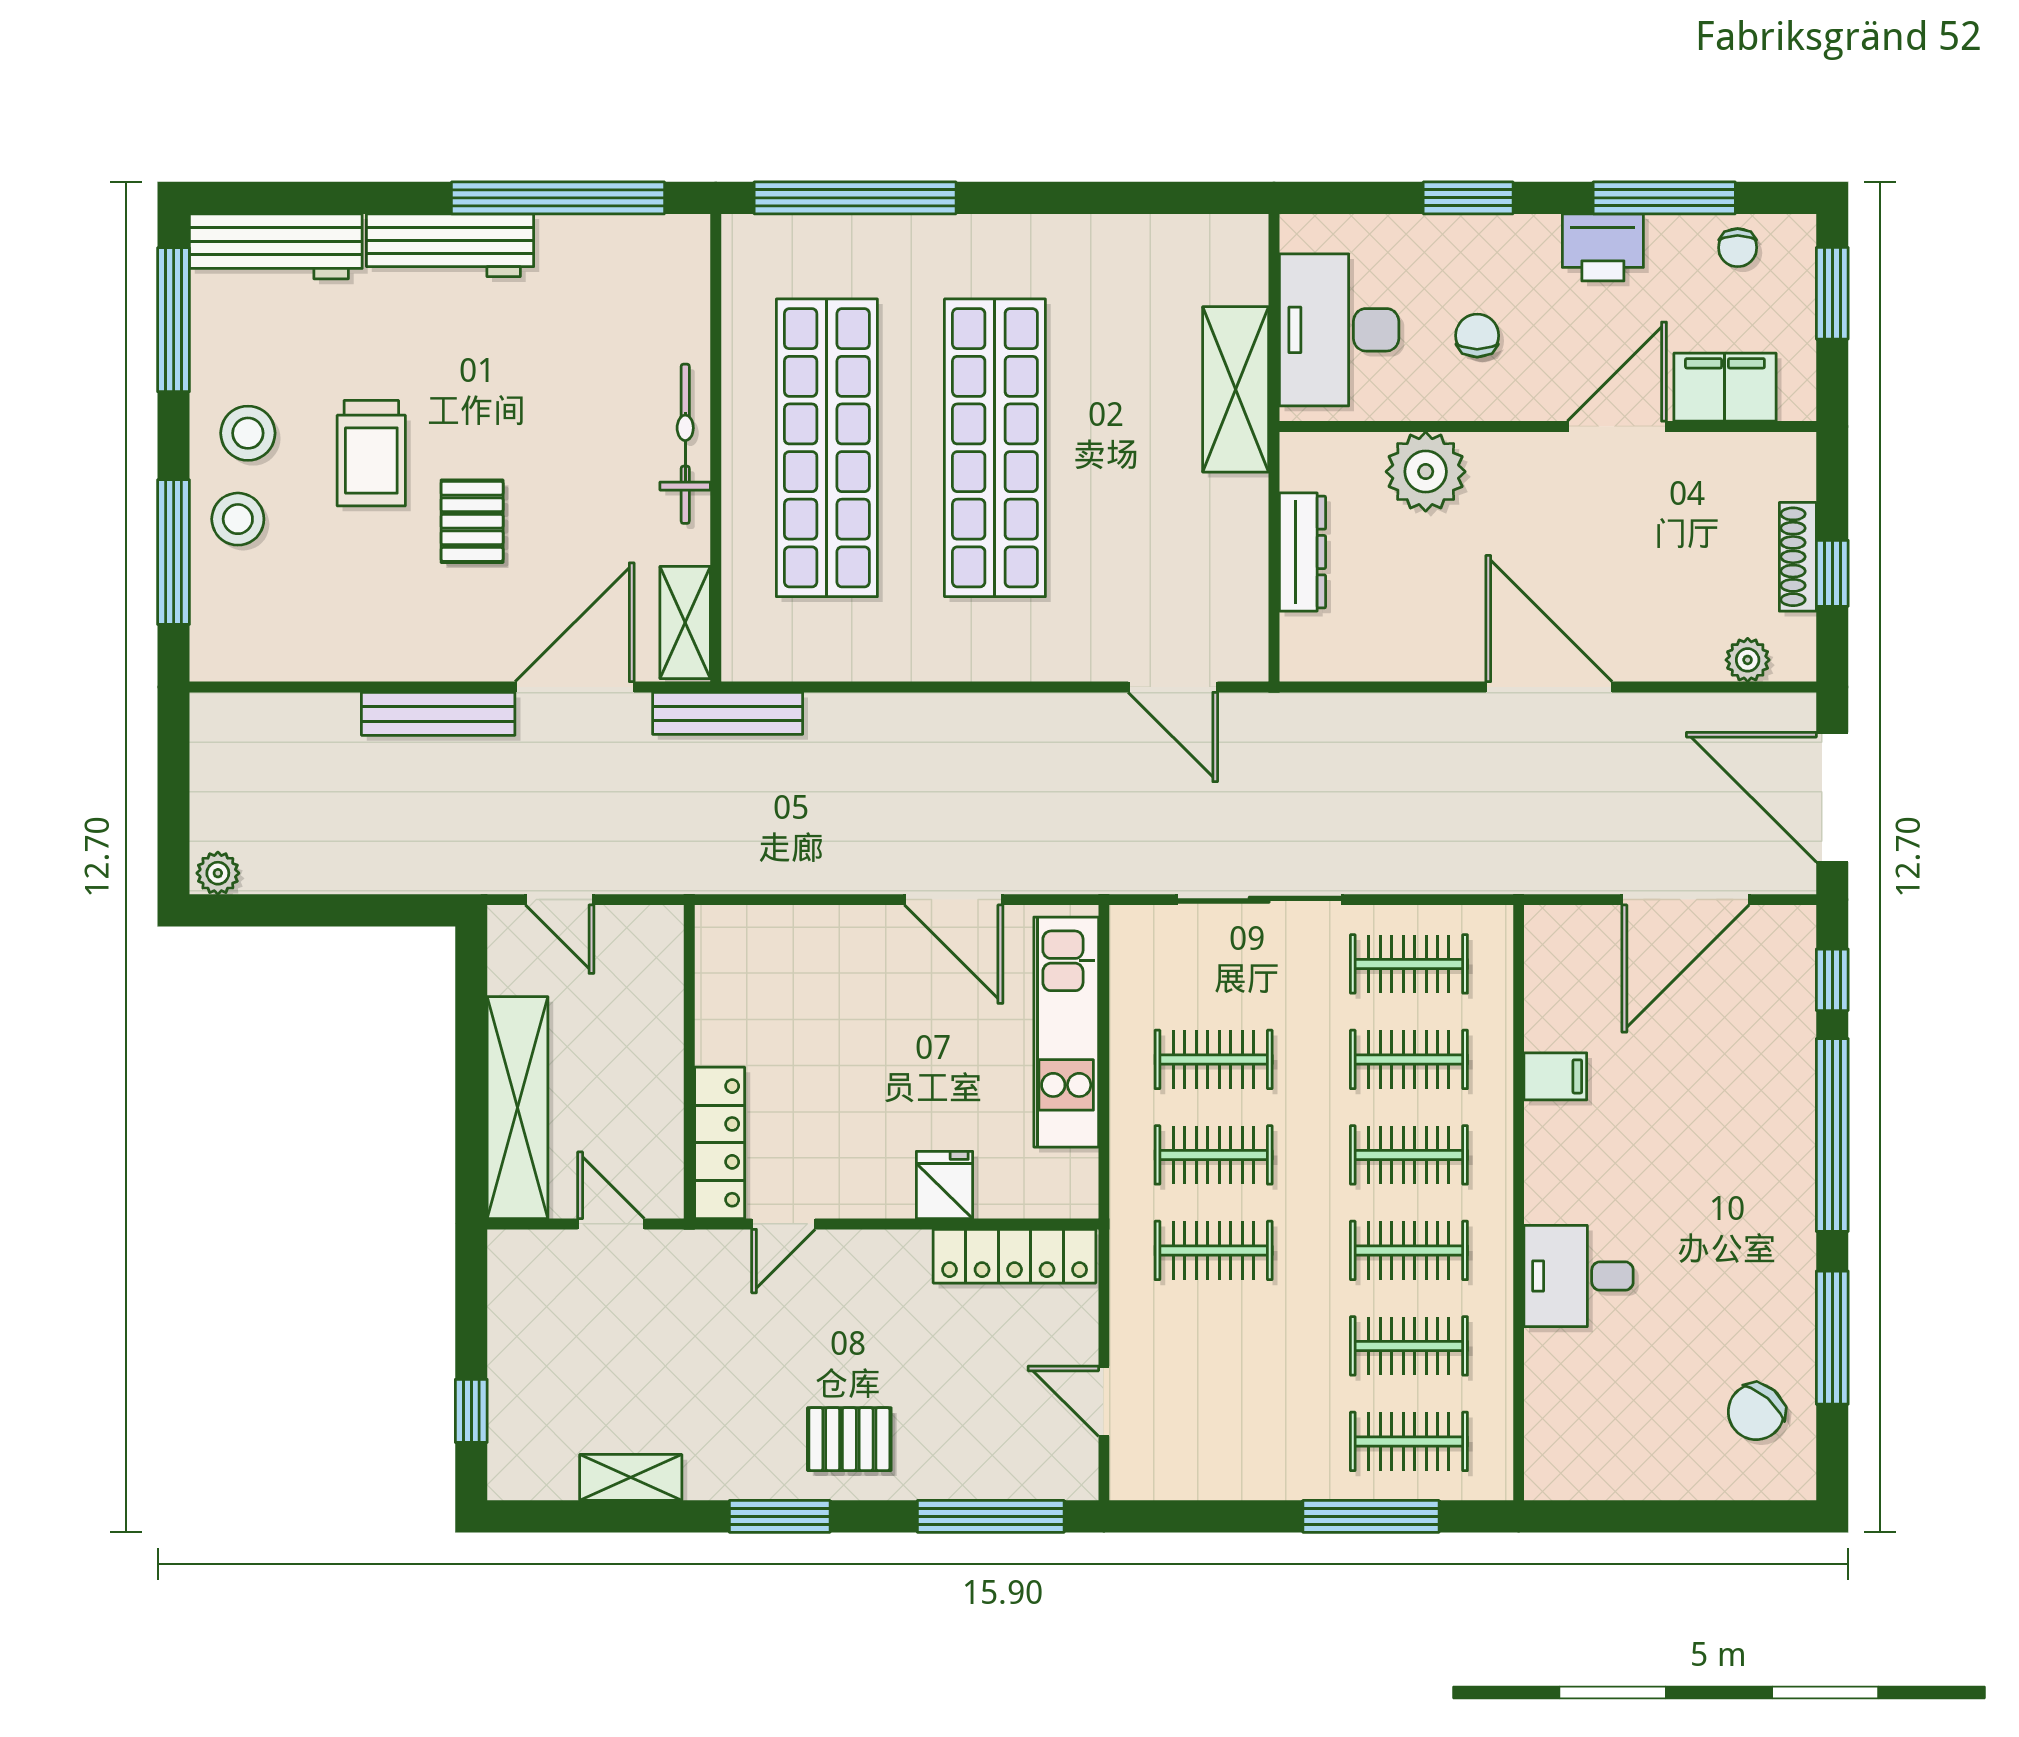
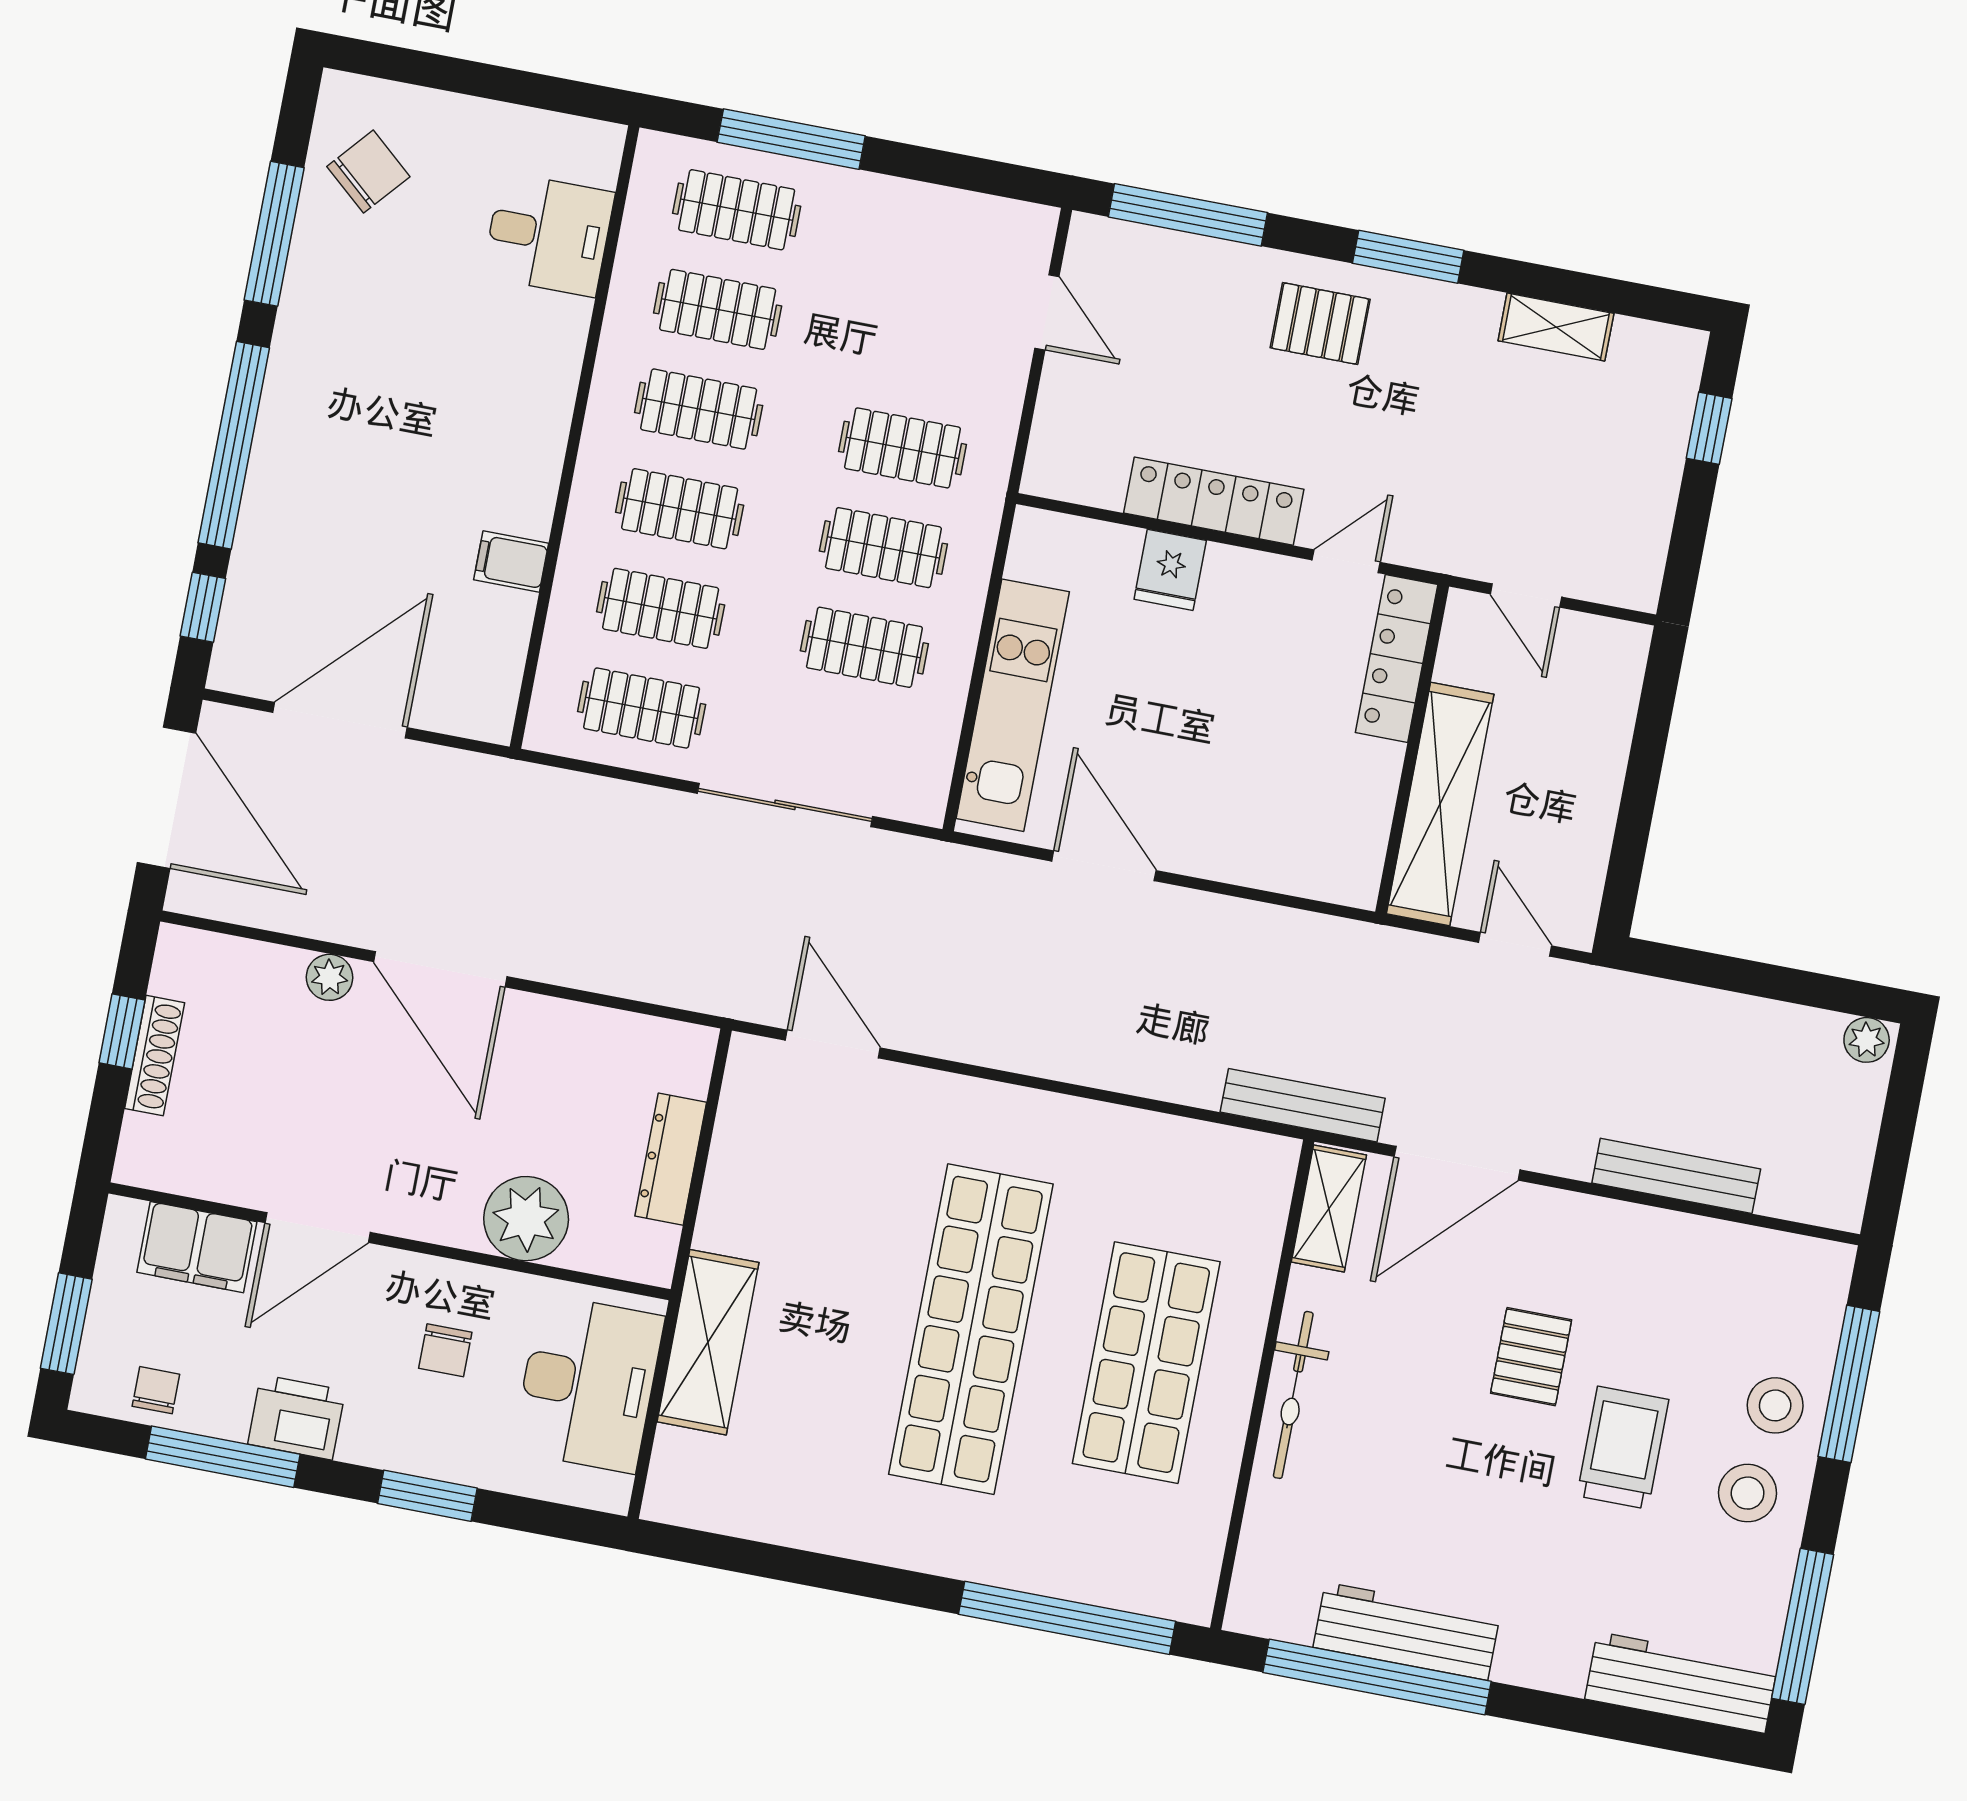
workbench: (450, 245) -> (1407, 1631), moved
shop shelf: (827, 448) -> (1146, 1363), width x0.71
plant: (1748, 660) -> (330, 977), moved
bench: (438, 714) -> (1676, 1176), moved
shelving: (517, 1108) -> (1440, 804), moved
locker: (1015, 1256) -> (1214, 501), moved
desk: (1579, 1276) -> (548, 234), moved

